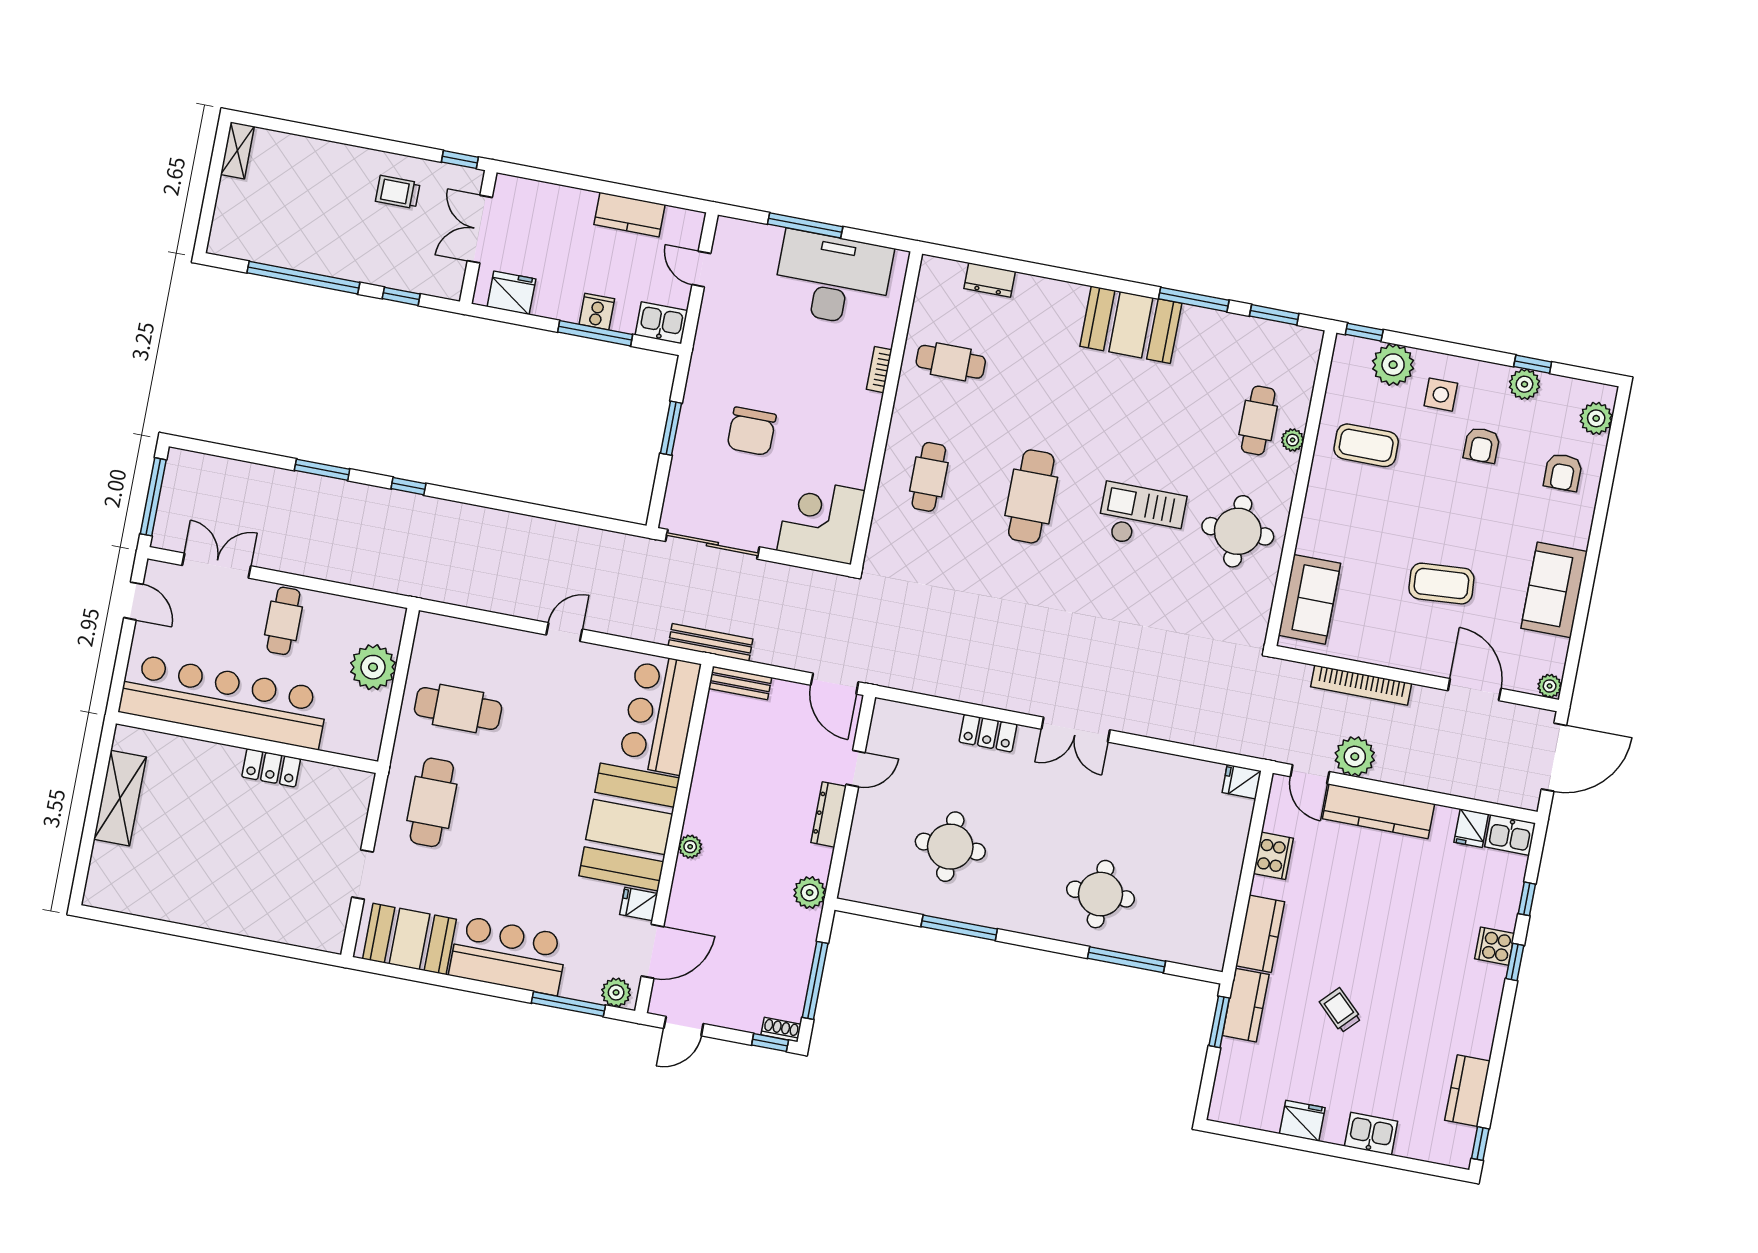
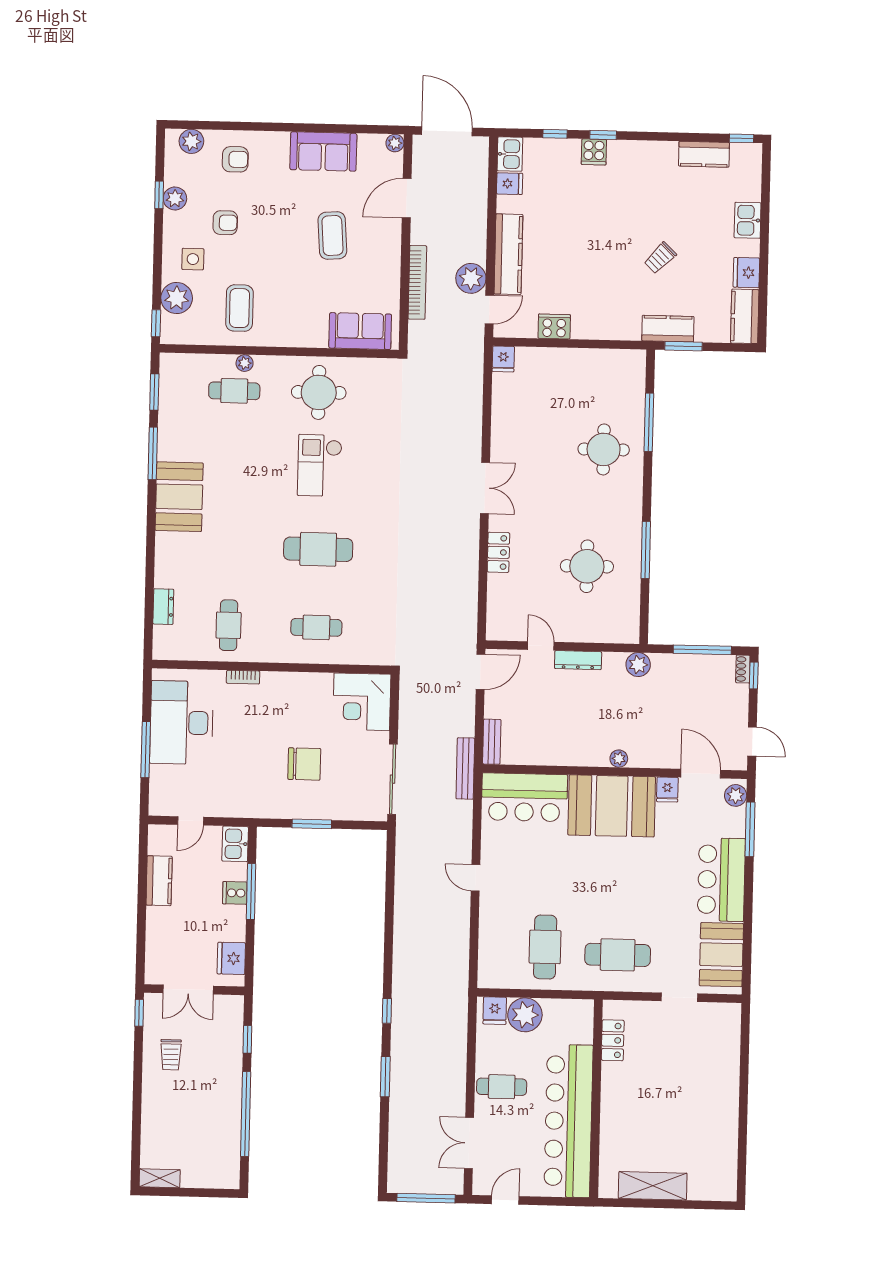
fridge: (385, 628) -> (495, 1011), added
locker: (271, 768) -> (613, 1040), moved
kitchen counter: (1260, 934) -> (745, 316), moved, turned -90

